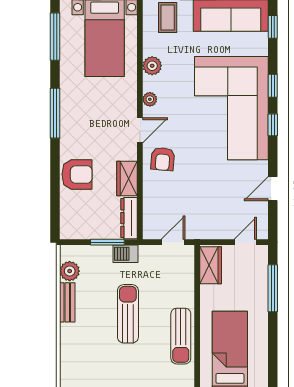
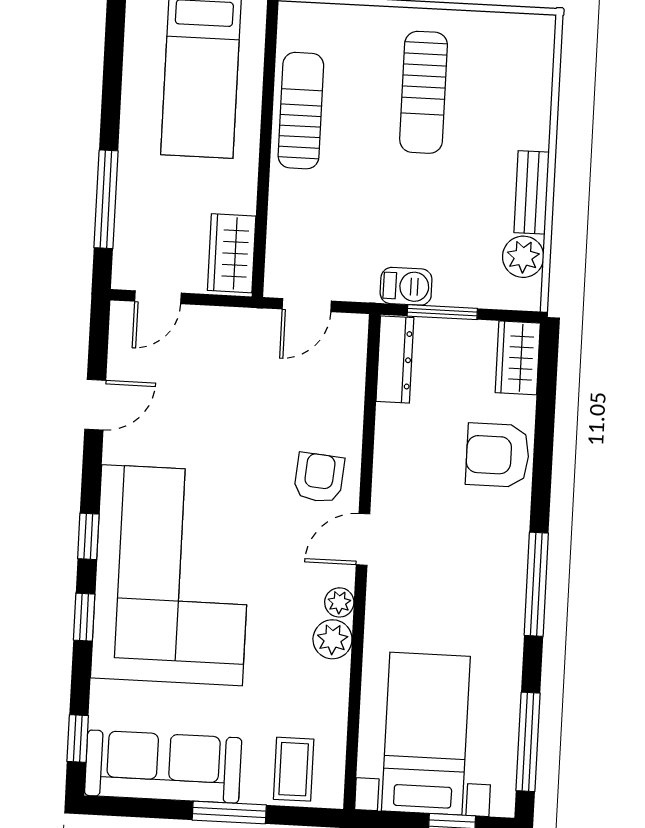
plant: (152, 66) -> (332, 639), moved
wardrobe: (127, 178) -> (518, 358), moved, turned 180
sun lounger: (128, 314) -> (424, 92), moved

